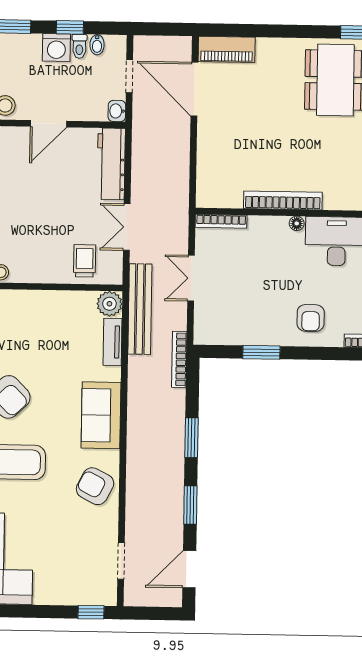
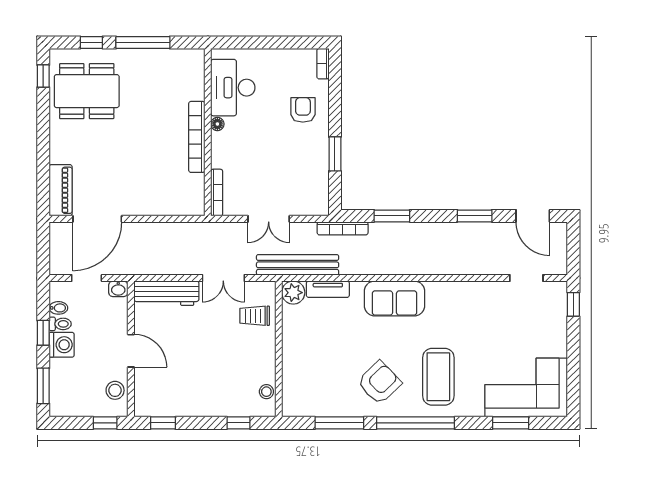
armchair: (311, 318) -> (303, 110), turned -90
window: (192, 438) -> (392, 216), moved
armchair: (95, 486) -> (459, 303), removed

